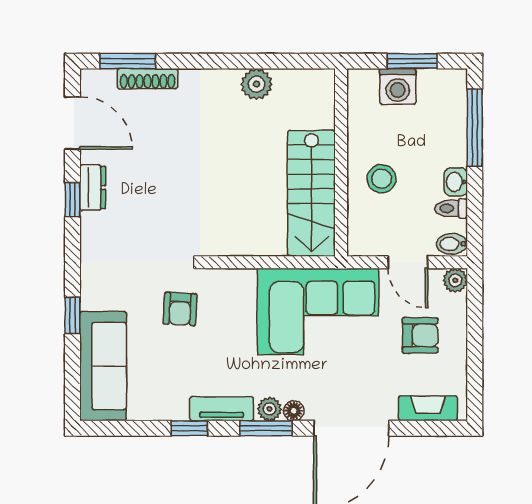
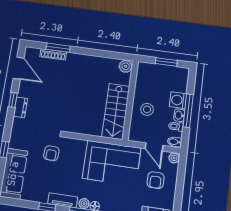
window: (128, 61) -> (58, 48), moved
plant: (256, 84) -> (126, 66), moved
washing machine: (398, 86) -> (178, 100), moved, turned 90
window: (475, 128) -> (188, 111), moved
dresser: (93, 188) -> (21, 107), moved
armchair: (420, 335) -> (156, 180), turned 90

